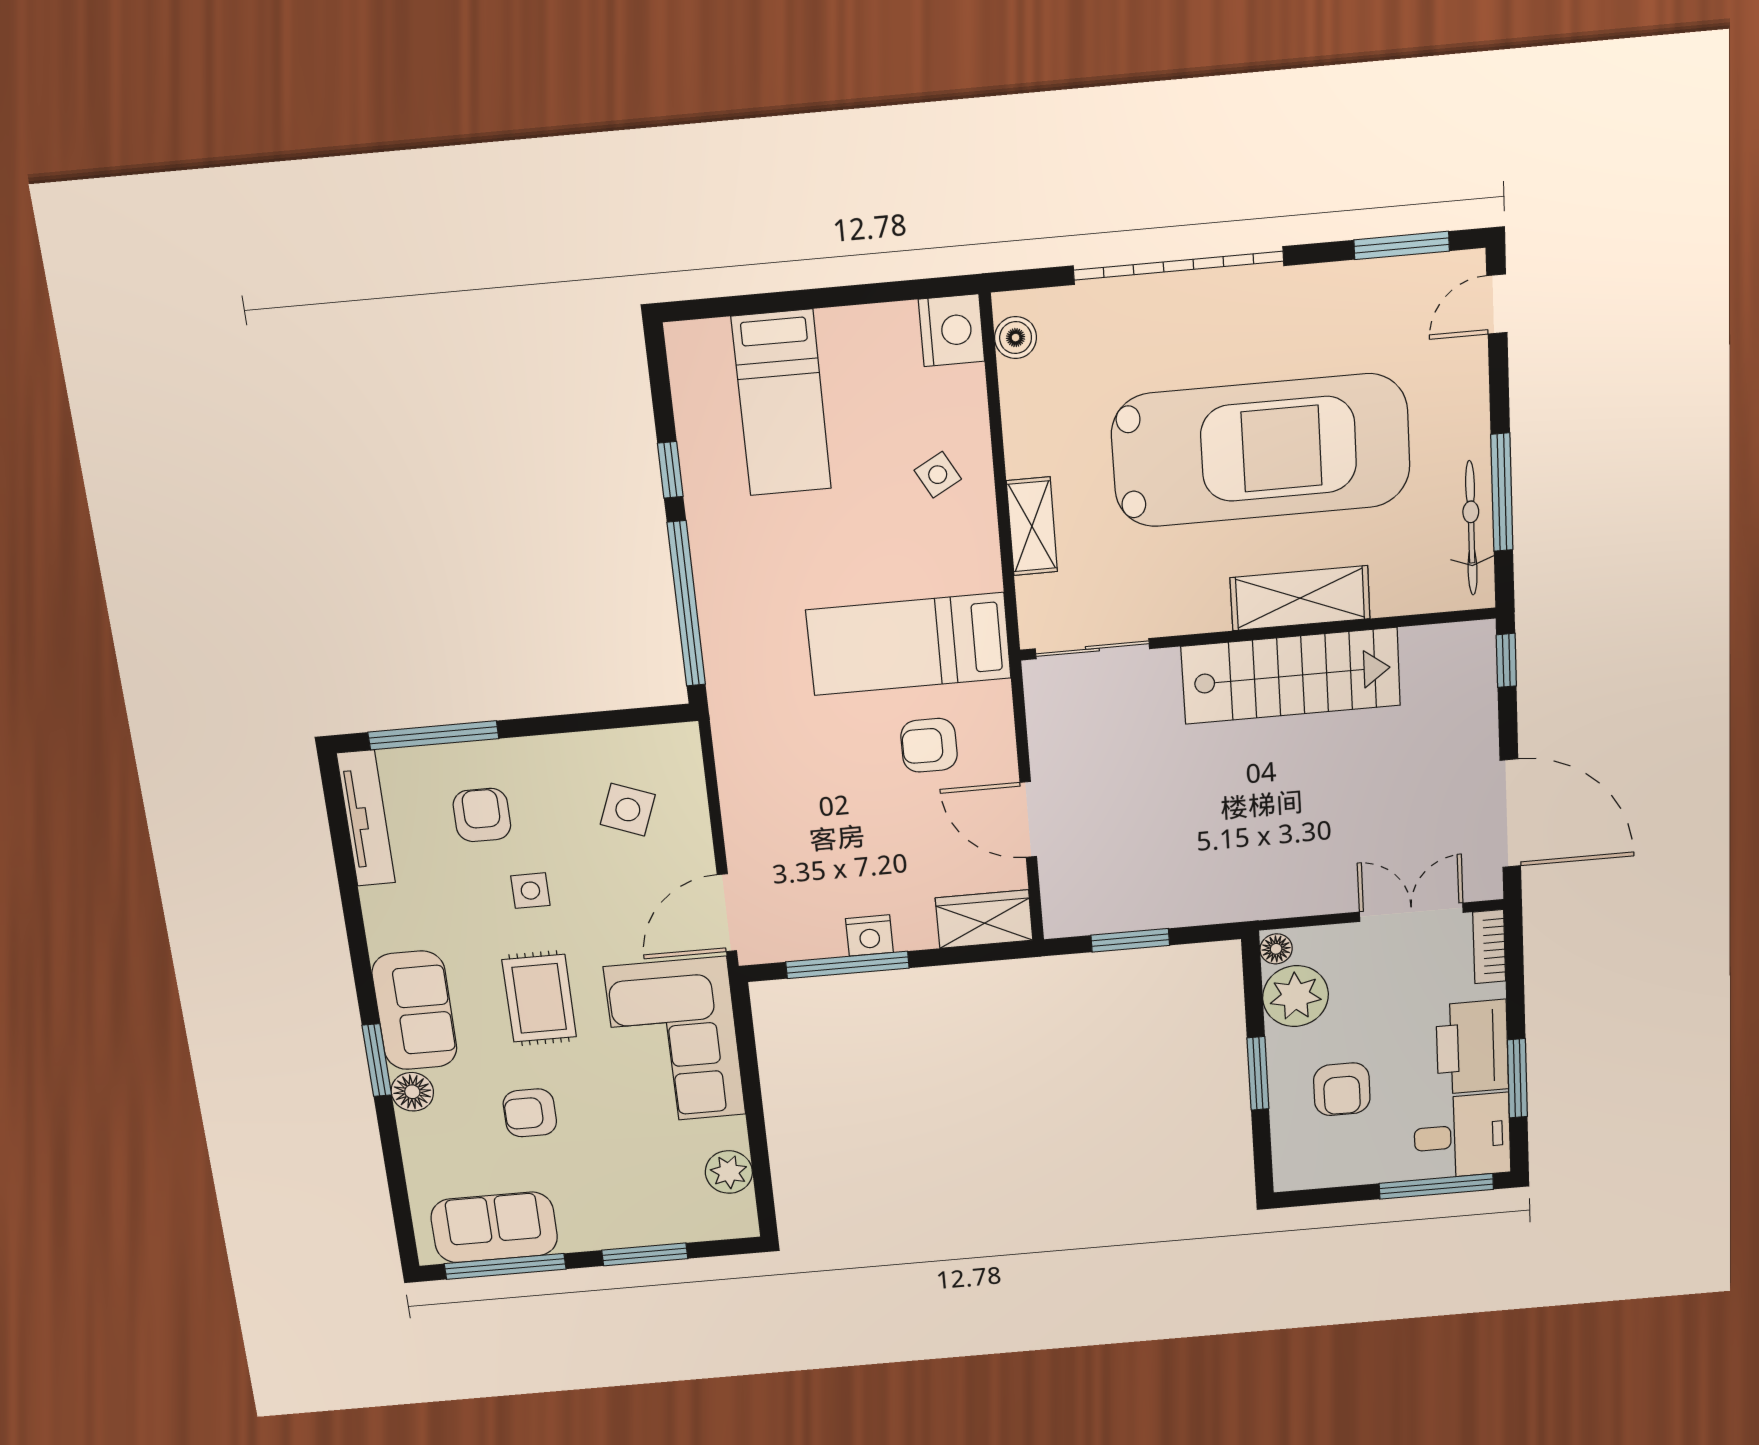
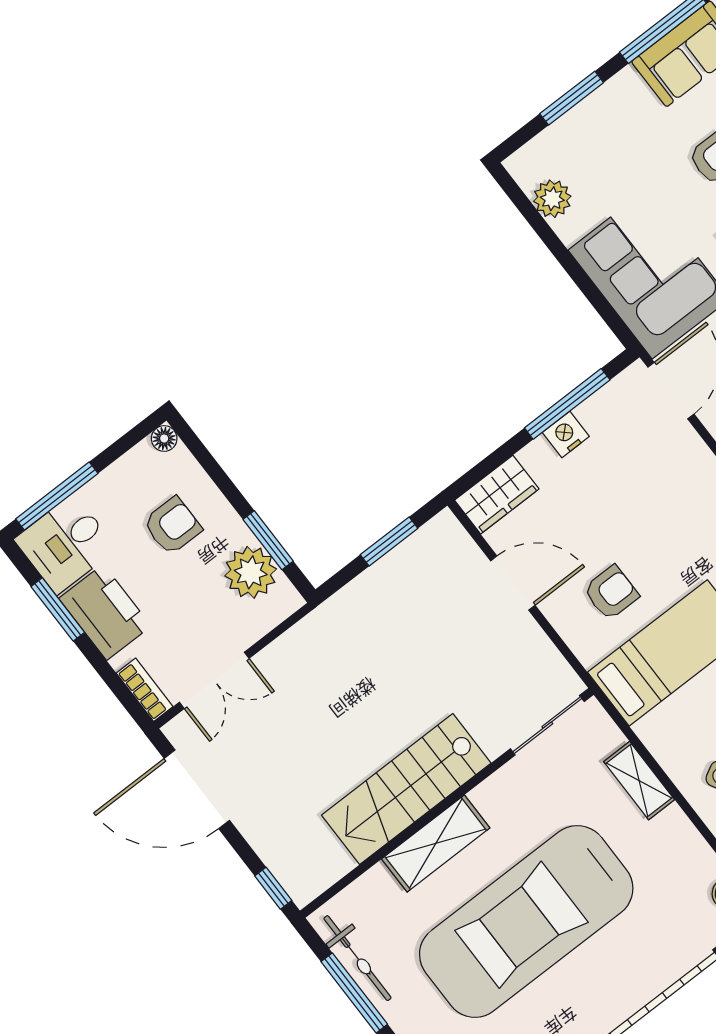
floor lamp: (1276, 949) -> (164, 438), moved
window: (1258, 1073) -> (268, 540), moved
armchair: (1342, 1089) -> (172, 526), turned 90

